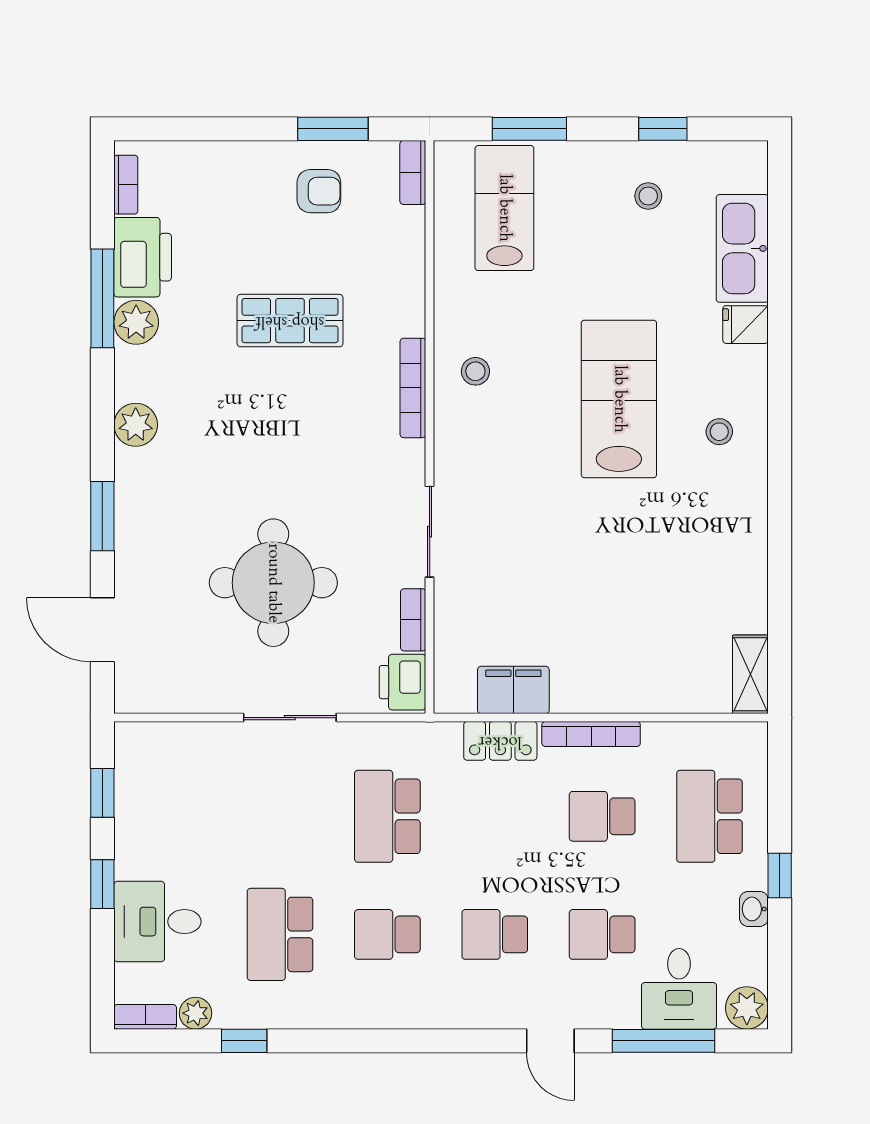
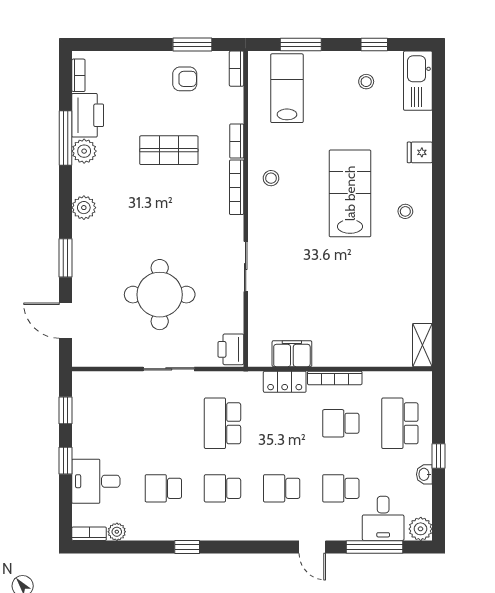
kitchen sink: (742, 248) -> (418, 81), moved
bookcase: (413, 620) -> (237, 141), moved
school desk: (280, 934) -> (163, 488), width x0.54
window: (244, 1041) -> (187, 547), moved

